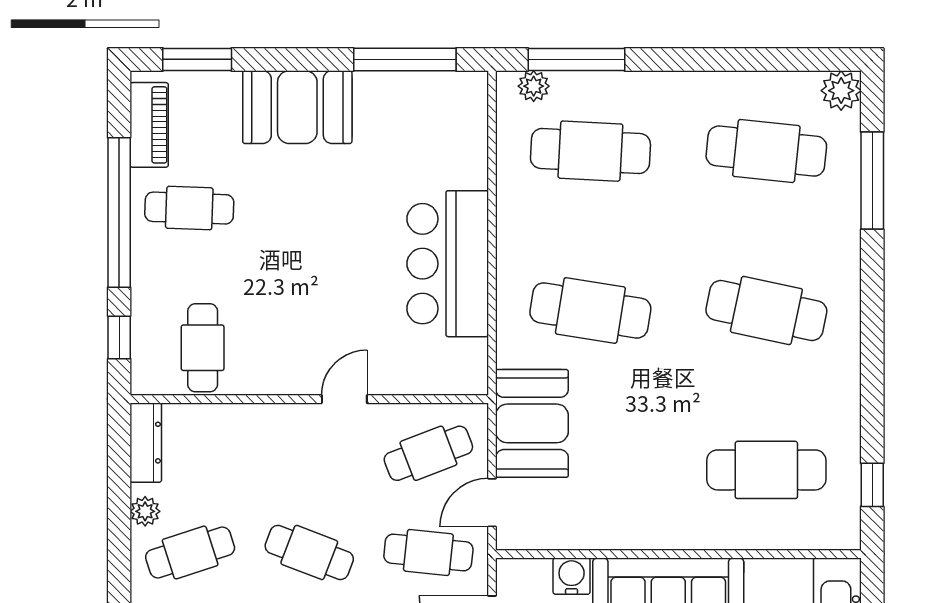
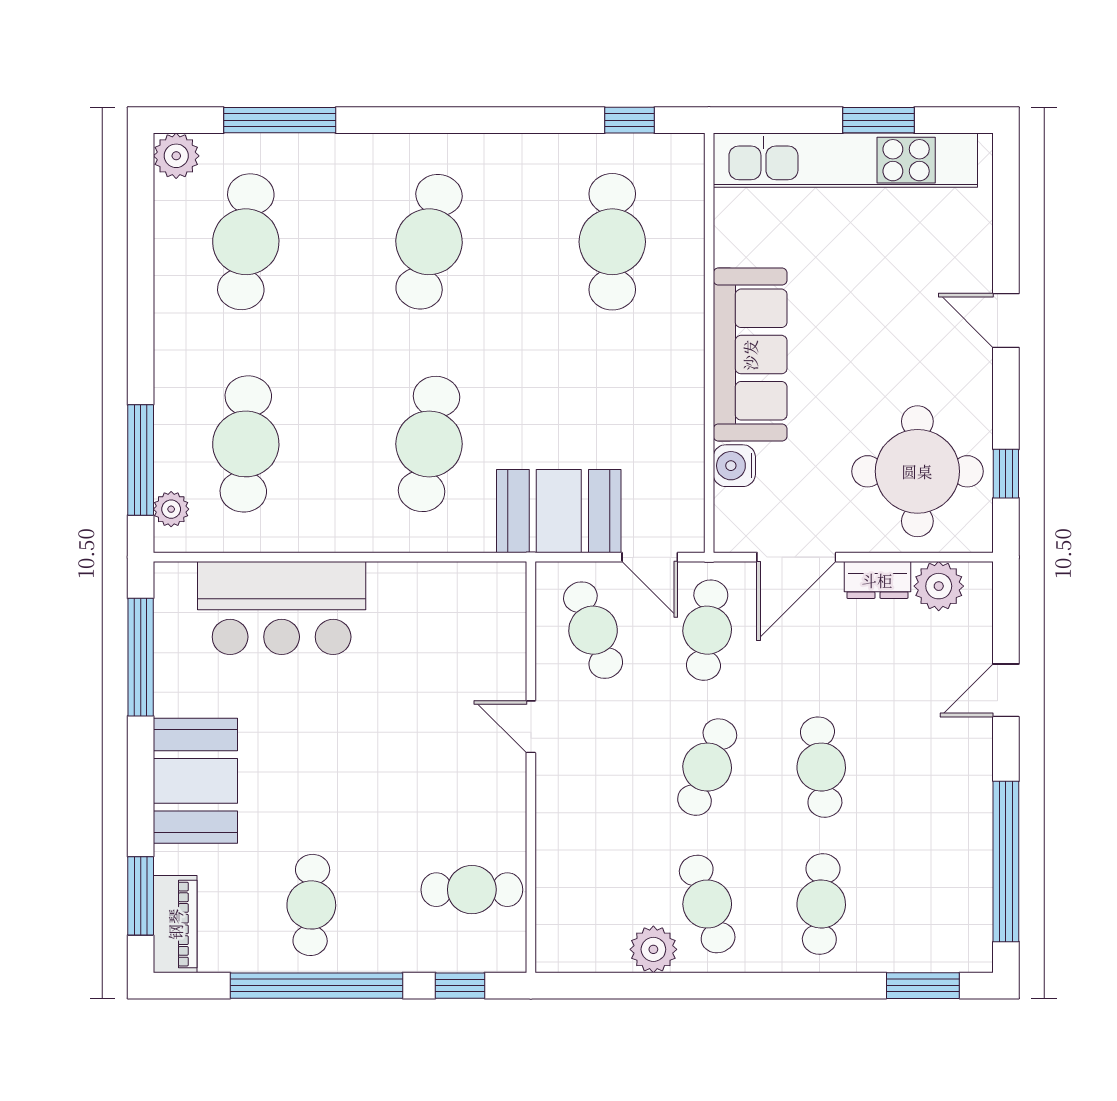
piano: (149, 125) -> (175, 924), moved, turned 90
bar counter: (448, 264) -> (282, 608), moved
dresser: (146, 443) -> (581, 955), removed
plant: (145, 511) -> (653, 949), width x1.38, depth x1.38

